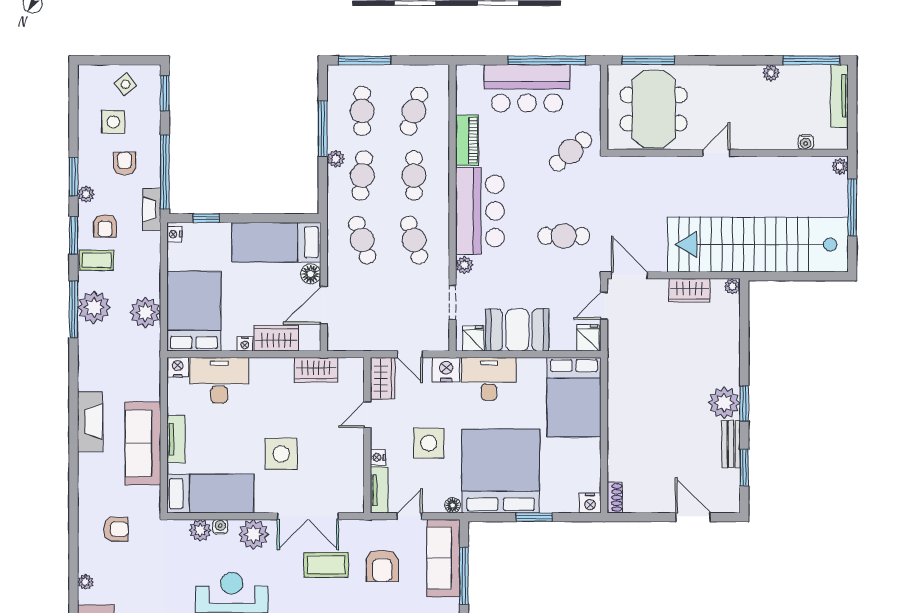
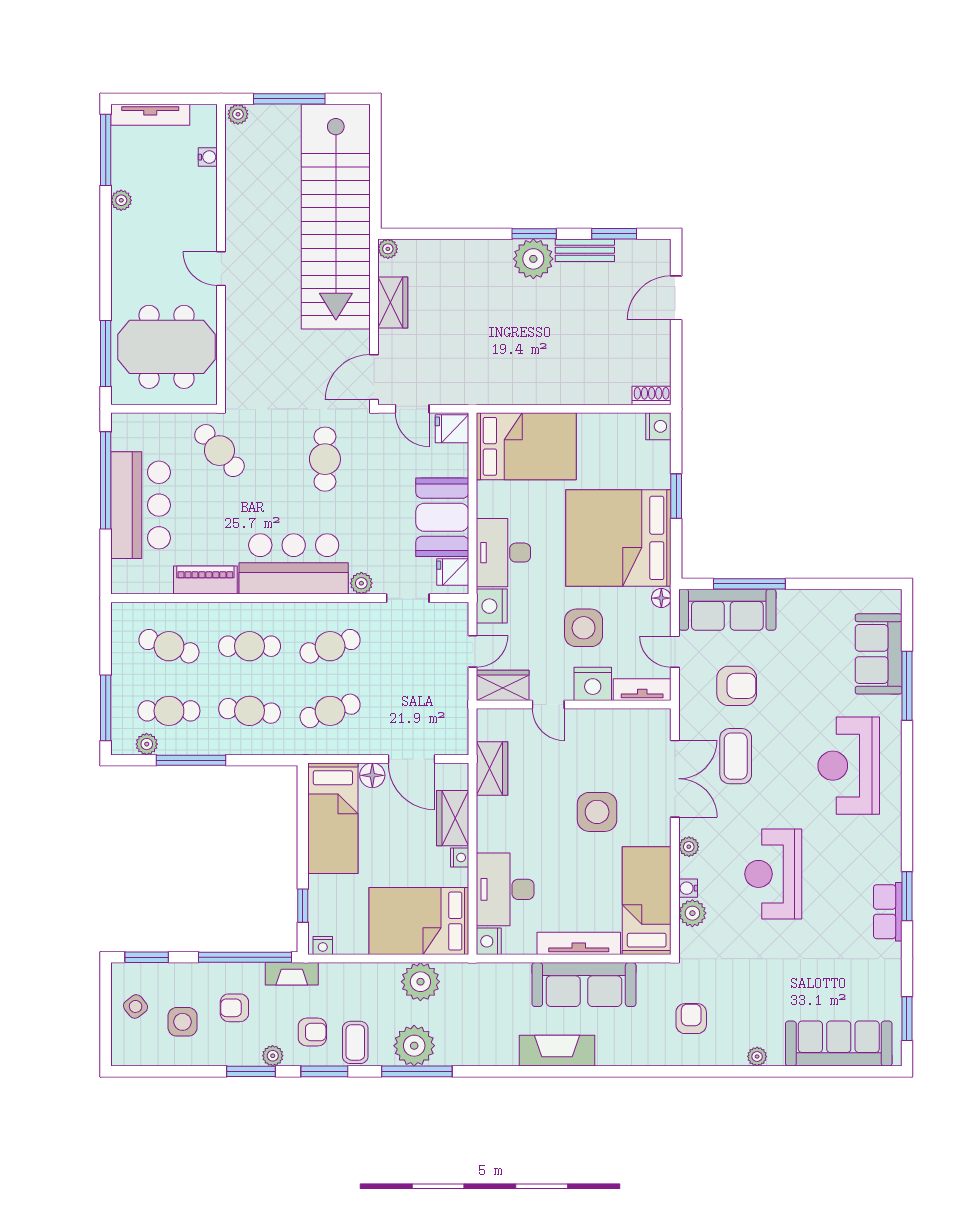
plant: (336, 159) -> (147, 744), moved
tv unit: (176, 439) -> (579, 943), width x1.41
nightstand: (378, 457) -> (593, 684), width x1.89, depth x1.79
plant: (253, 534) -> (689, 847), width x0.53, depth x0.53

